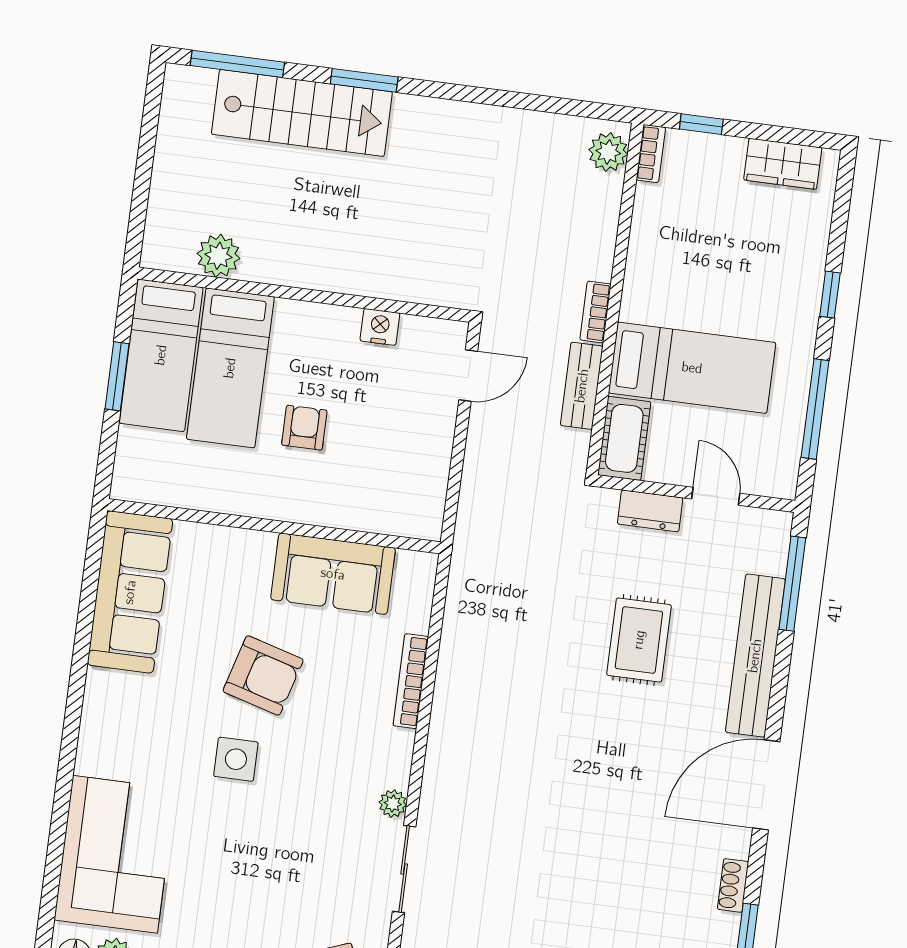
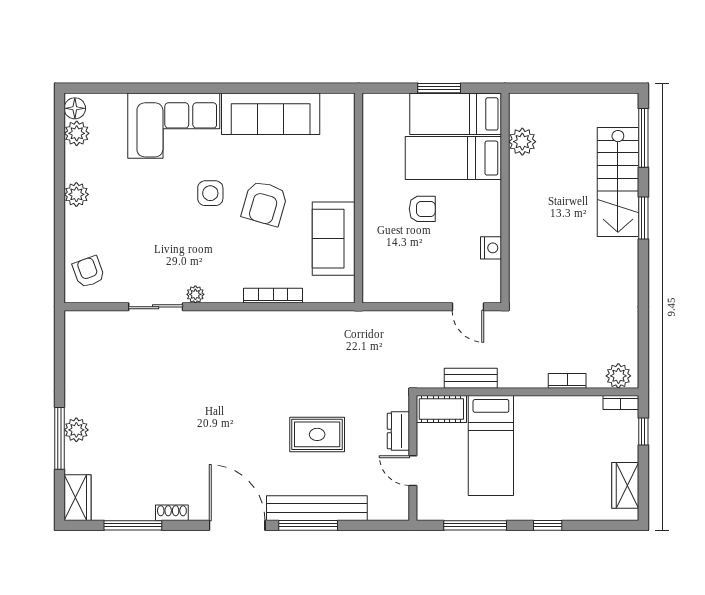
bookcase: (595, 312) -> (567, 381), moved
door: (716, 496) -> (413, 471), swing flipped
window: (792, 584) -> (308, 525), moved
sofa: (130, 592) -> (271, 114), moved
corner sofa: (115, 854) -> (174, 126), moved

